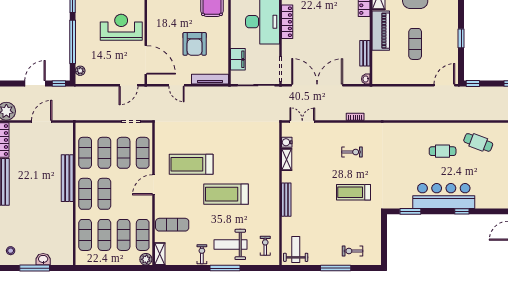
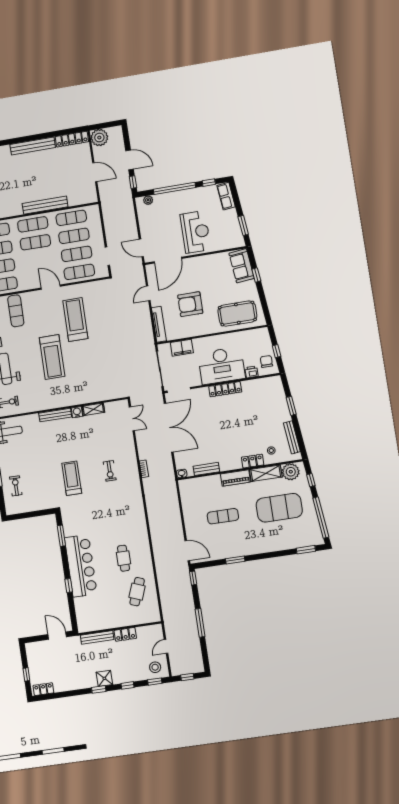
piano: (381, 31) -> (235, 478), width x0.73, depth x0.75
water cooler: (287, 142) -> (77, 412), moved
treadmill: (226, 194) -> (52, 357), turned 180

